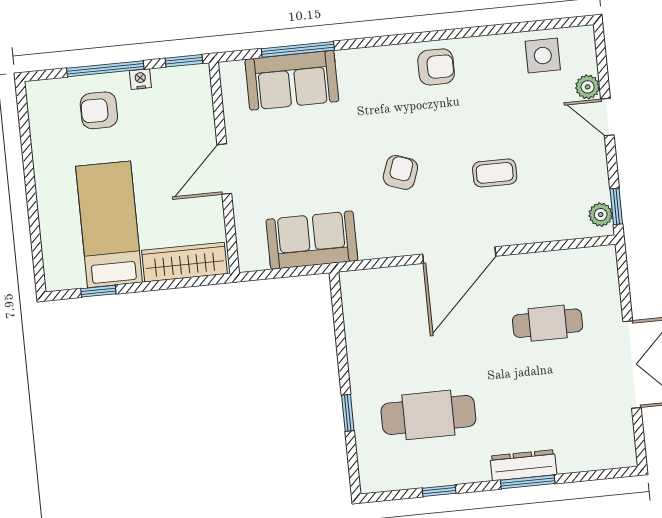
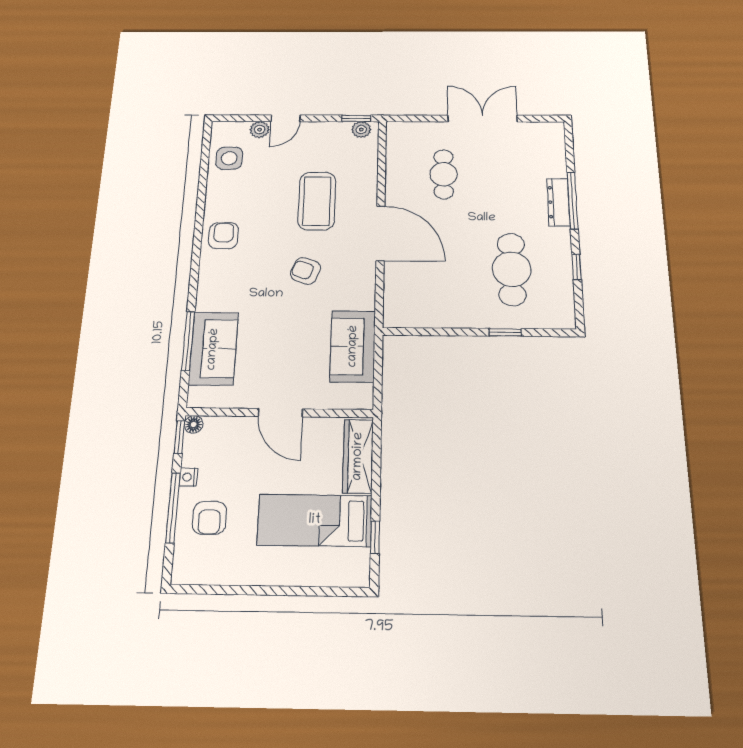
floor lamp: (200, 74) -> (194, 424), added
coffee table: (495, 173) -> (317, 201), width x1.86, depth x1.72
window: (528, 482) -> (572, 200), width x1.44

